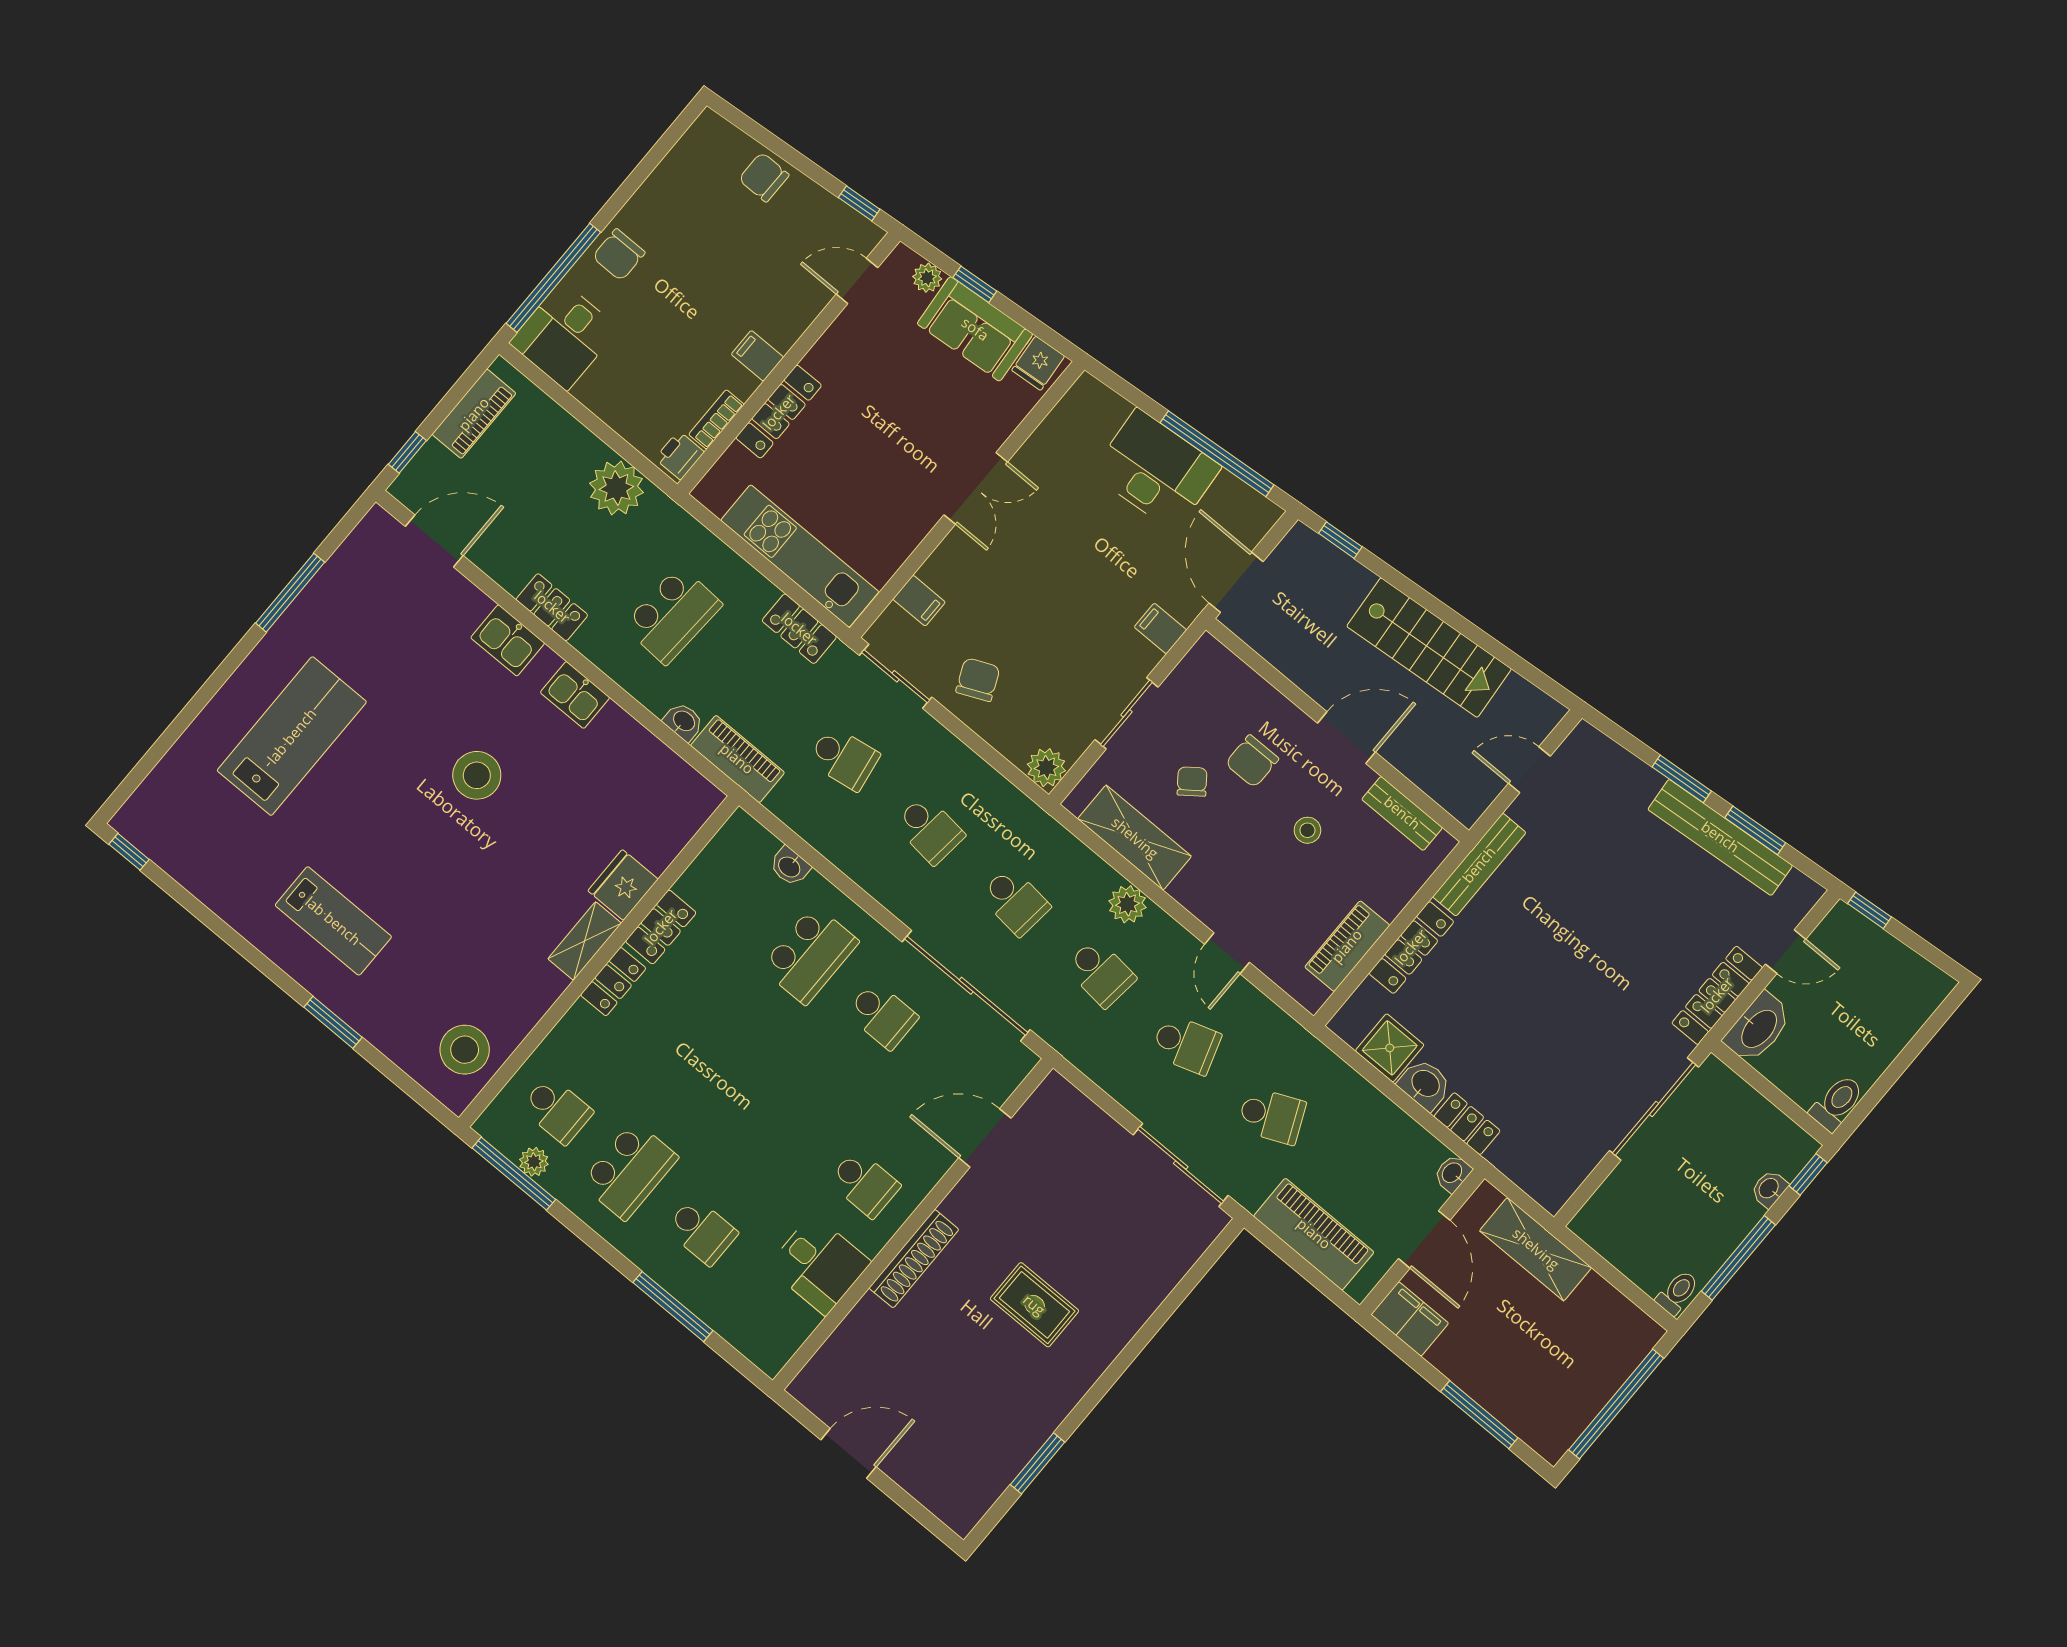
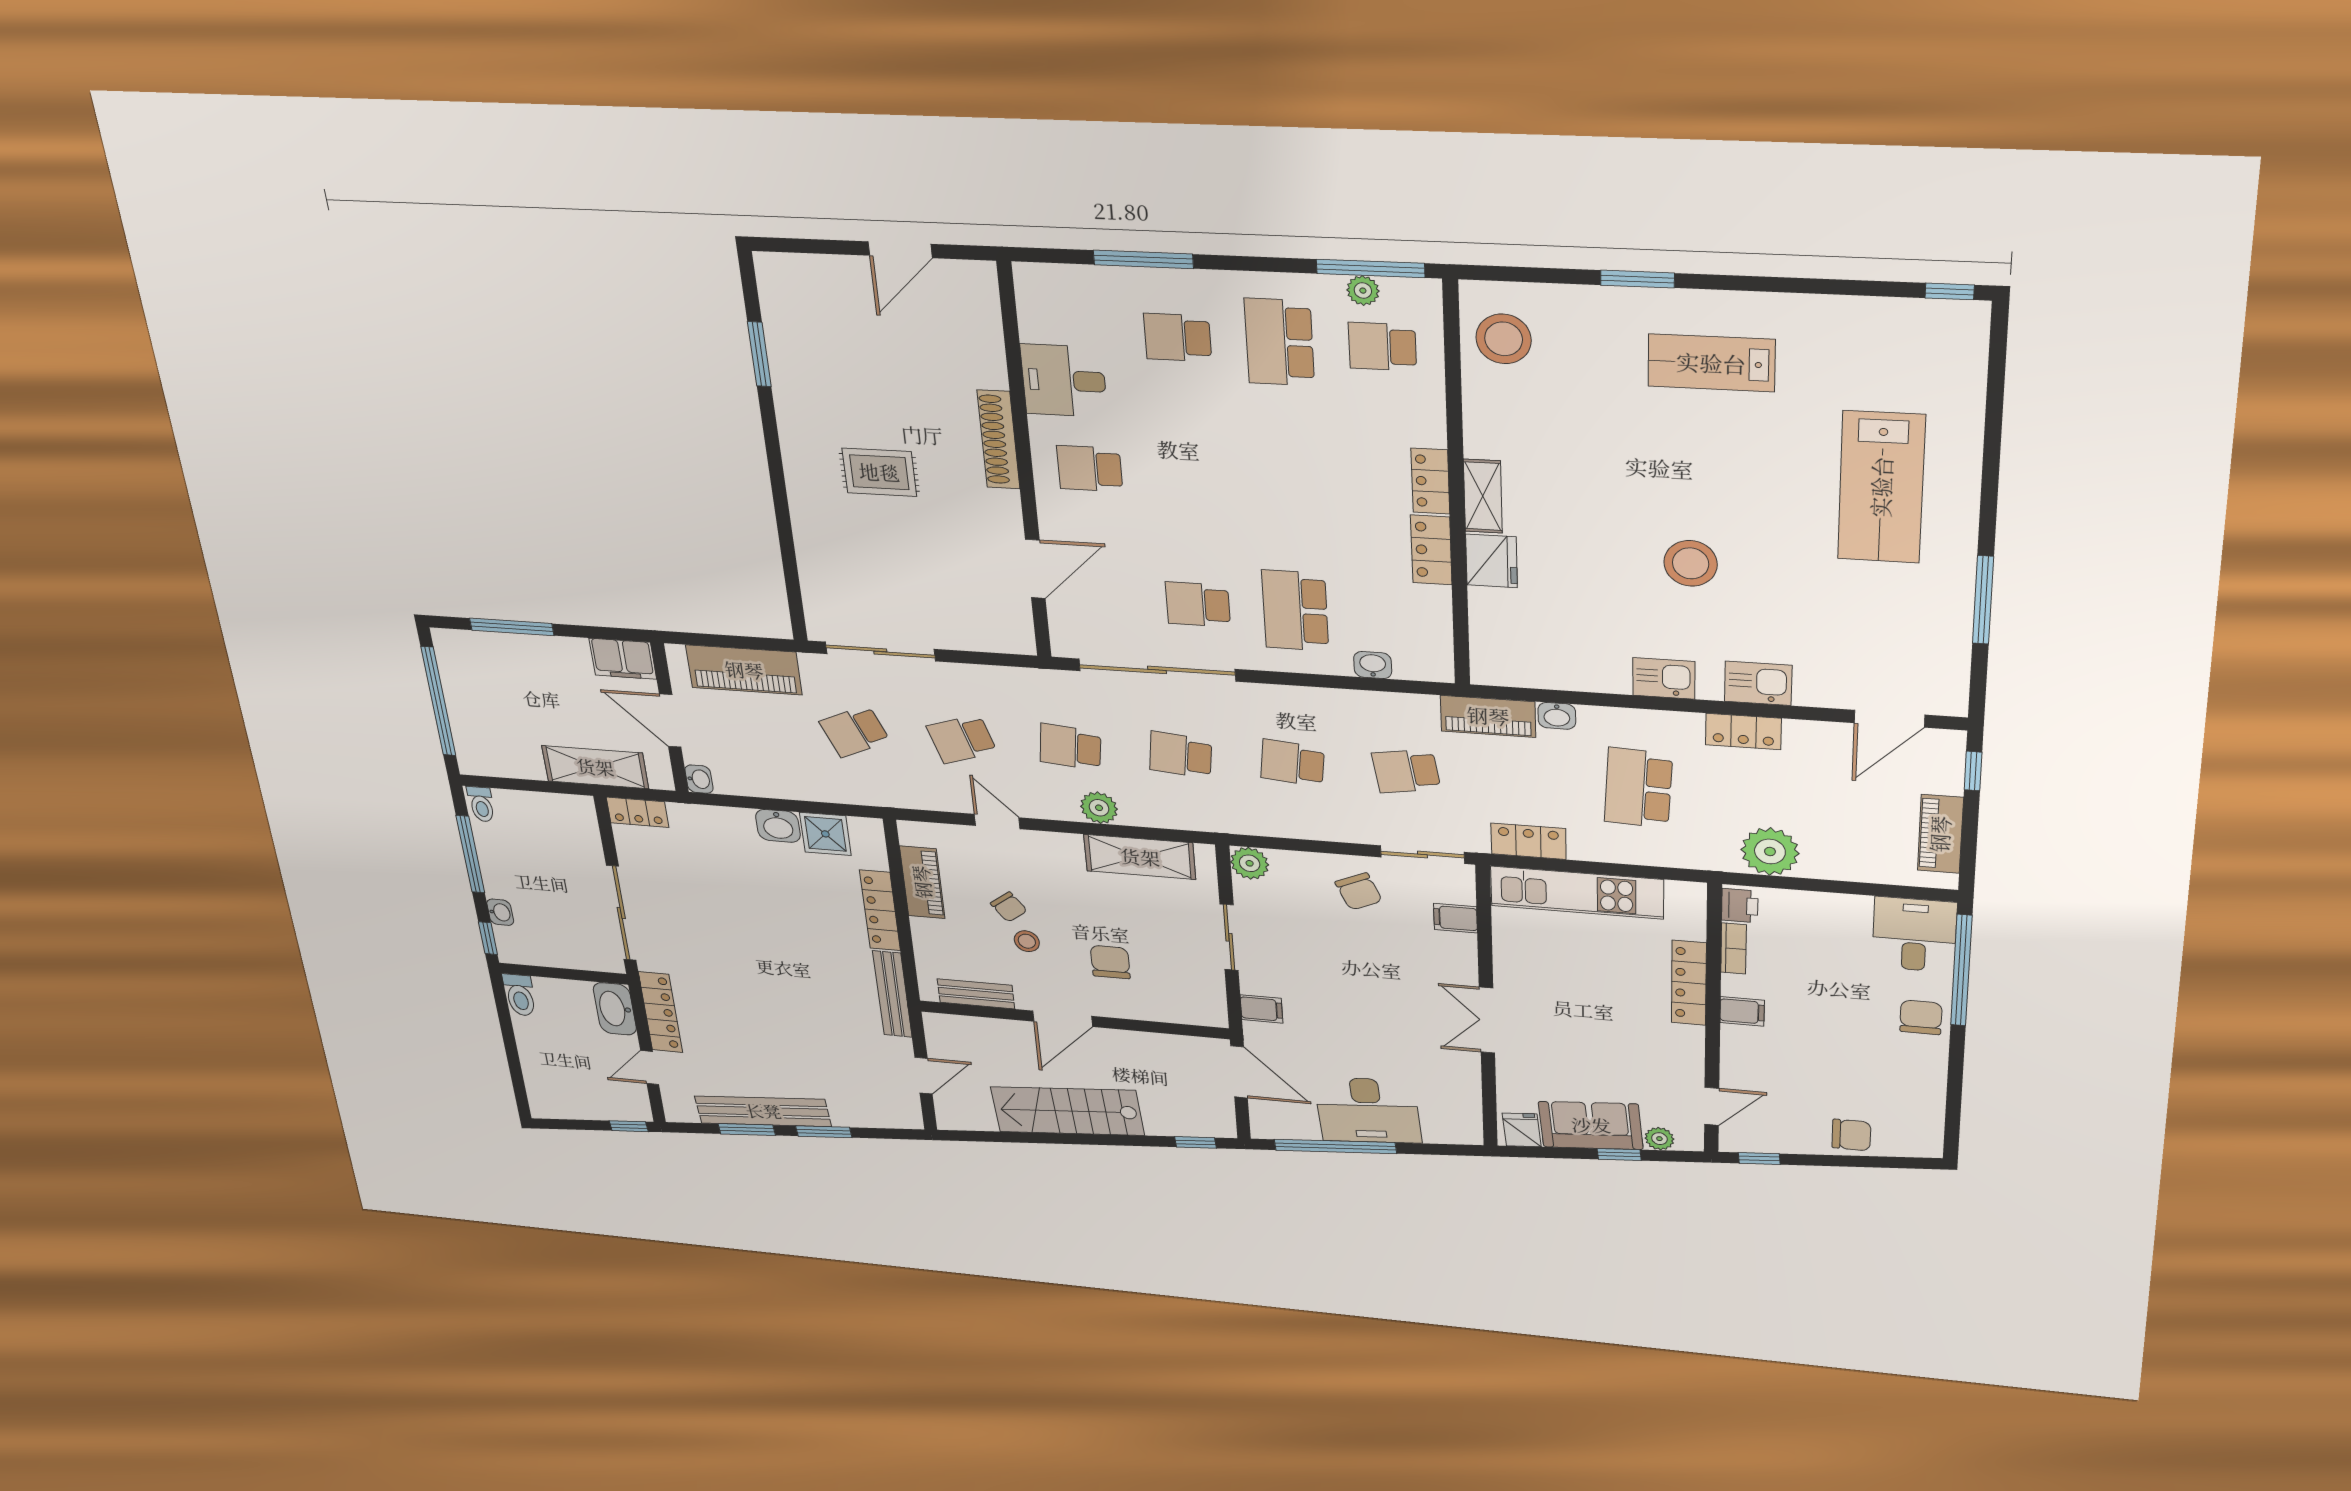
chair: (1192, 782) -> (1009, 907), moved
locker: (1467, 1124) -> (638, 812), moved

